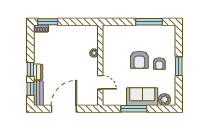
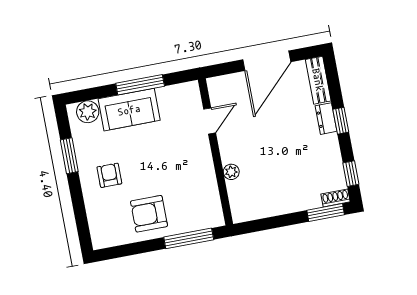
window: (149, 22) -> (189, 238), moved
armchair: (139, 60) -> (149, 214), moved, turned -90
window: (179, 66) -> (69, 156), moved
door: (100, 82) -> (210, 121), swing flipped
window: (30, 89) -> (351, 174), moved

